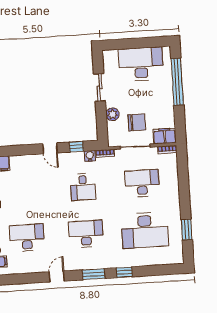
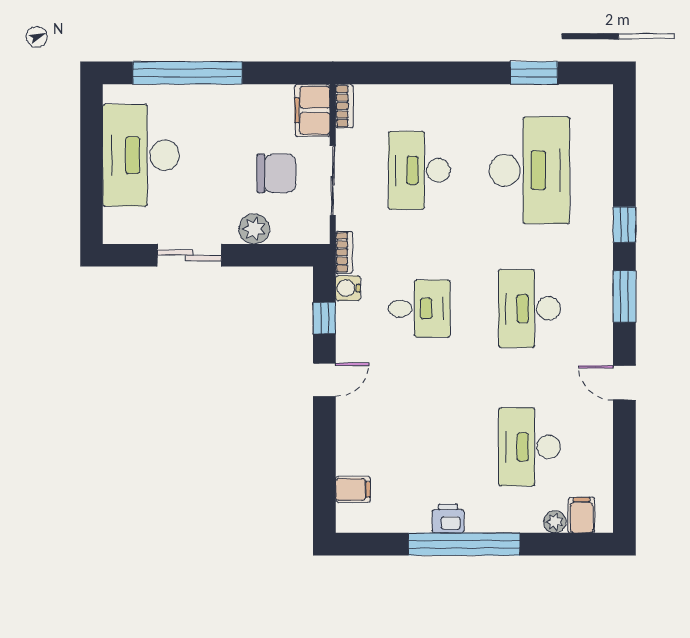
chair: (137, 122) -> (276, 173), turned 90

